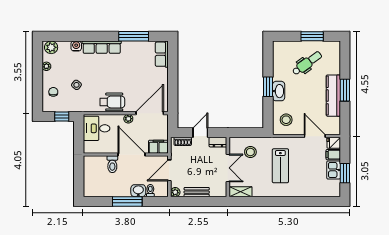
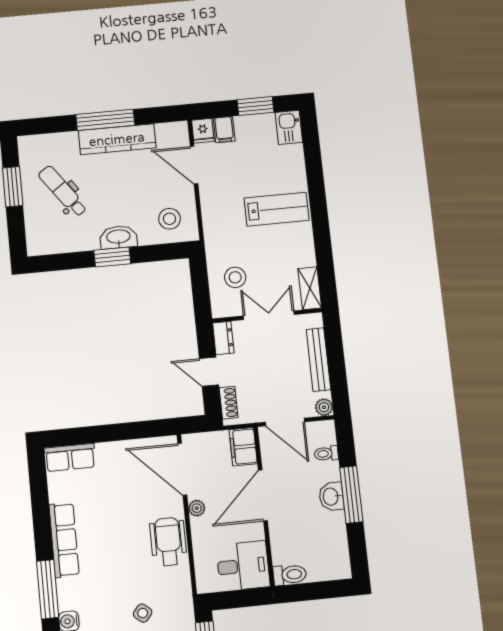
window: (134, 36) -> (48, 589), moved
row of seats: (102, 47) -> (64, 540), moved
window: (345, 90) -> (105, 120), width x1.44
desk: (97, 128) -> (243, 566), moved, turned -90
door: (315, 136) -> (194, 165), hinge flipped
toilet: (112, 164) -> (290, 575), moved
lab bench: (280, 166) -> (277, 209), moved
kitchen sink: (334, 170) -> (289, 127), moved, turned 90
washbasin: (138, 191) -> (331, 497), moved
bench: (197, 192) -> (318, 359), width x1.36

